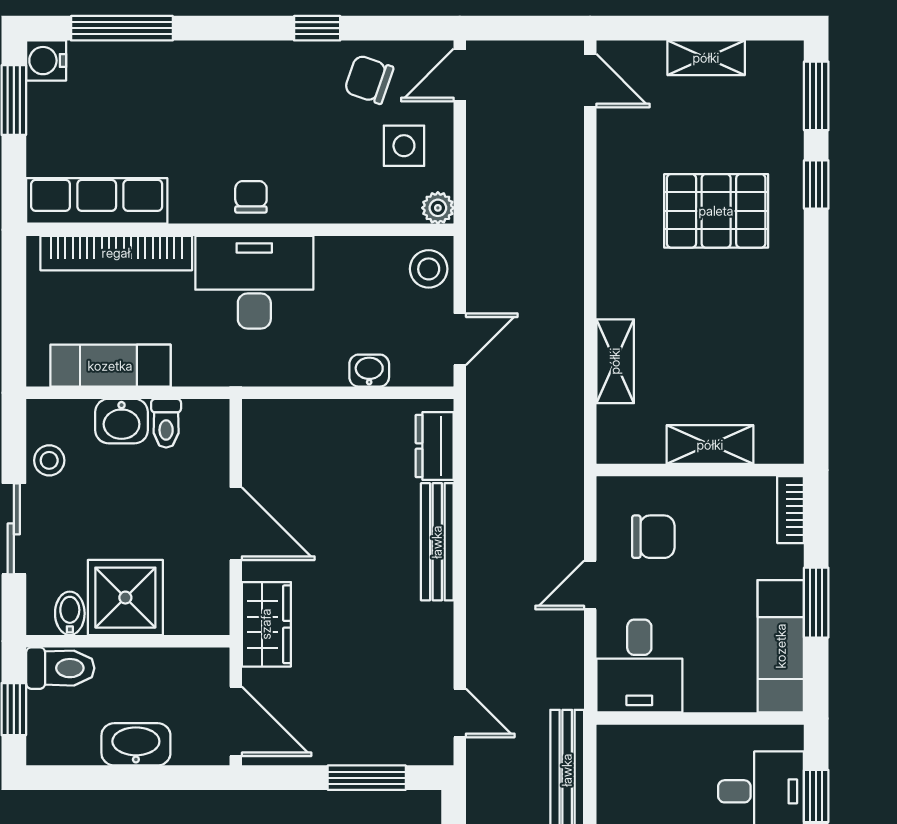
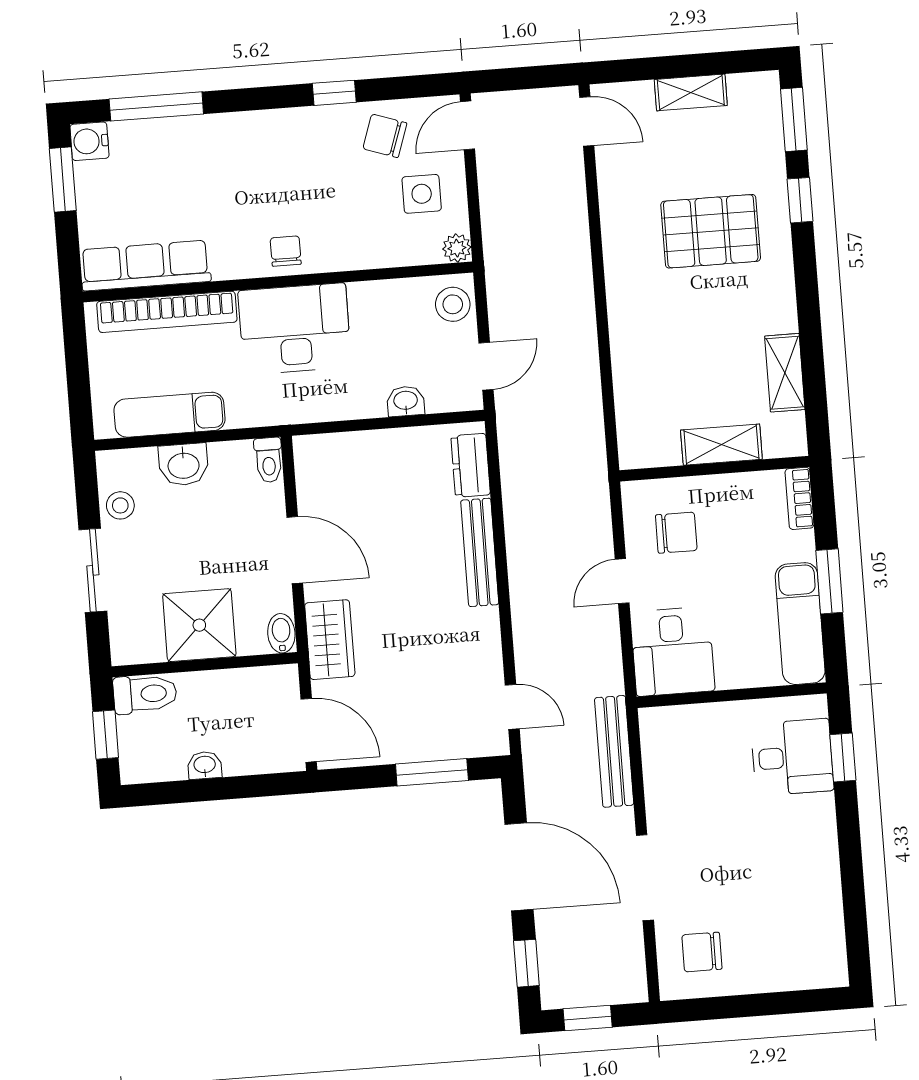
shelving: (615, 361) -> (785, 373), moved
toilet: (166, 423) -> (269, 460), moved
bidet: (70, 613) -> (281, 633), moved
washbasin: (136, 744) -> (205, 765), width x0.52, depth x0.69

